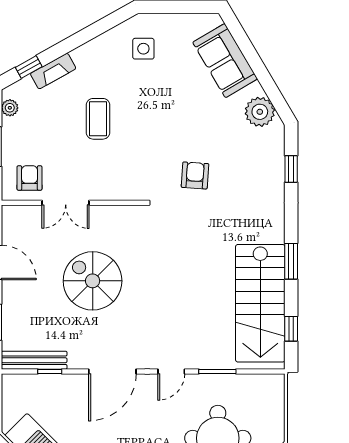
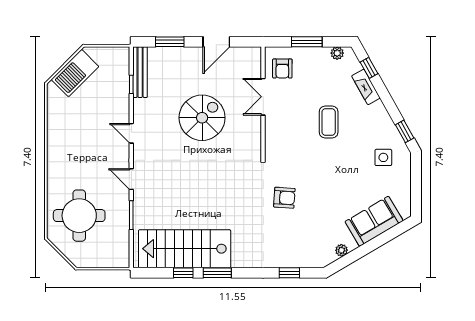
window: (110, 21) -> (405, 131), added
plant: (260, 112) -> (341, 250), width x0.53, depth x0.53
coffee table: (98, 119) -> (329, 122), turned 90
armchair: (29, 178) -> (282, 68), turned 90
window: (291, 329) -> (183, 273), moved
door: (112, 371) -> (131, 133), width x0.53

